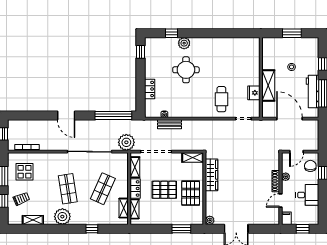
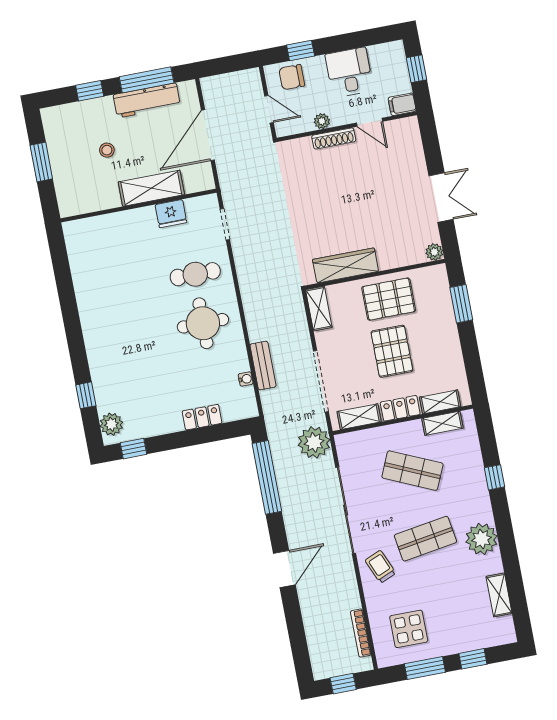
plant: (184, 43) -> (111, 424), moved
round table: (186, 70) -> (203, 323), moved
trolley: (21, 199) -> (380, 567), moved

